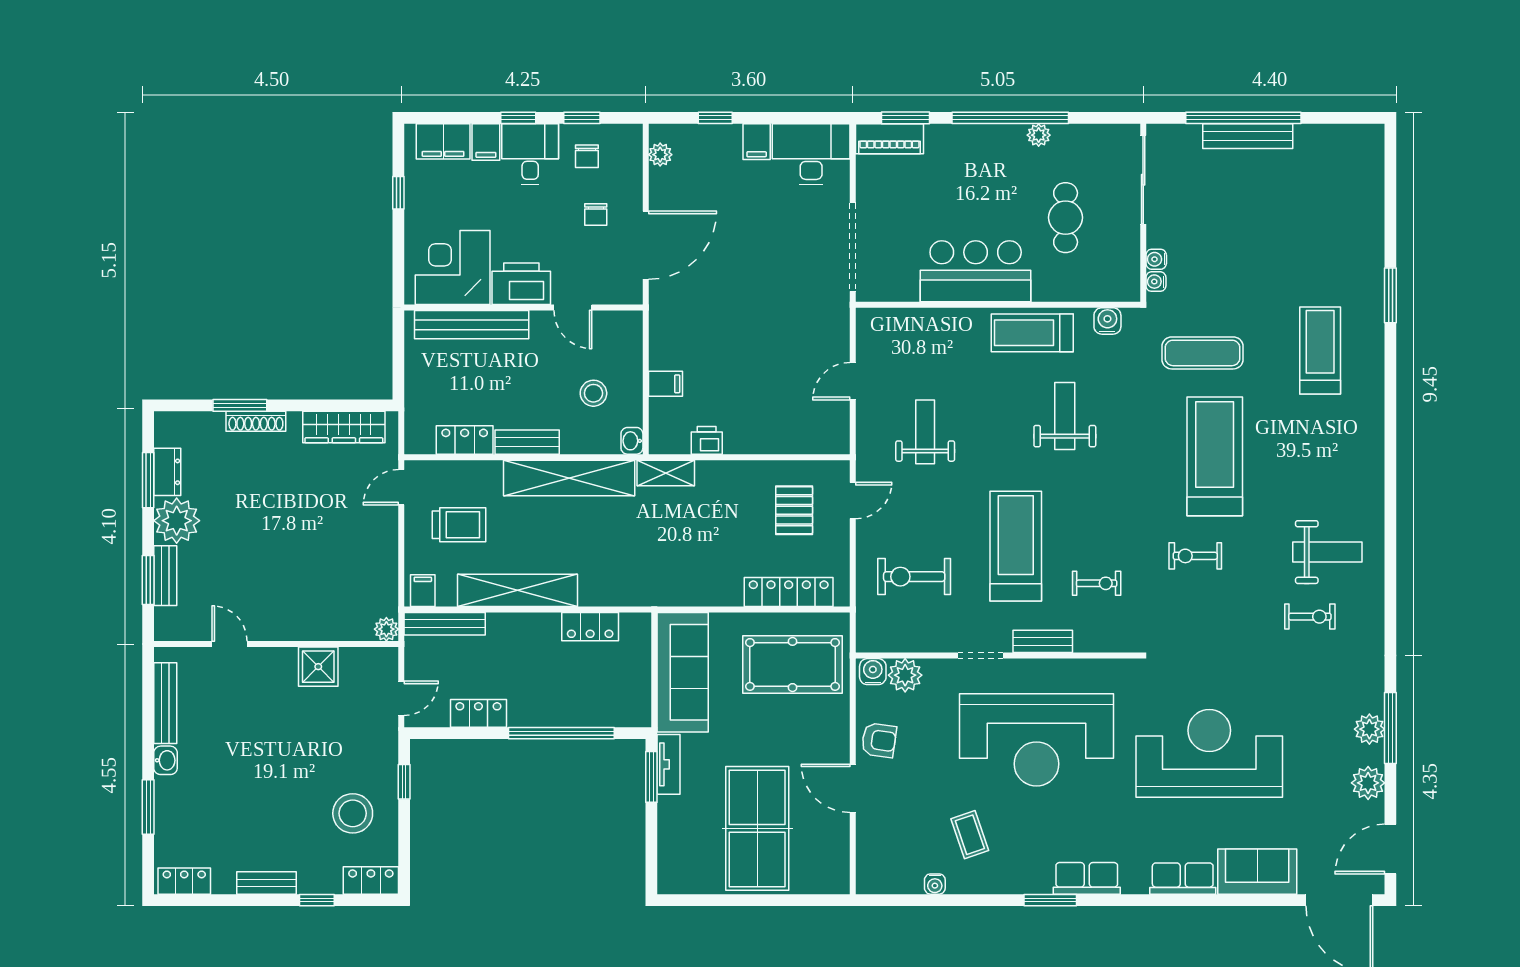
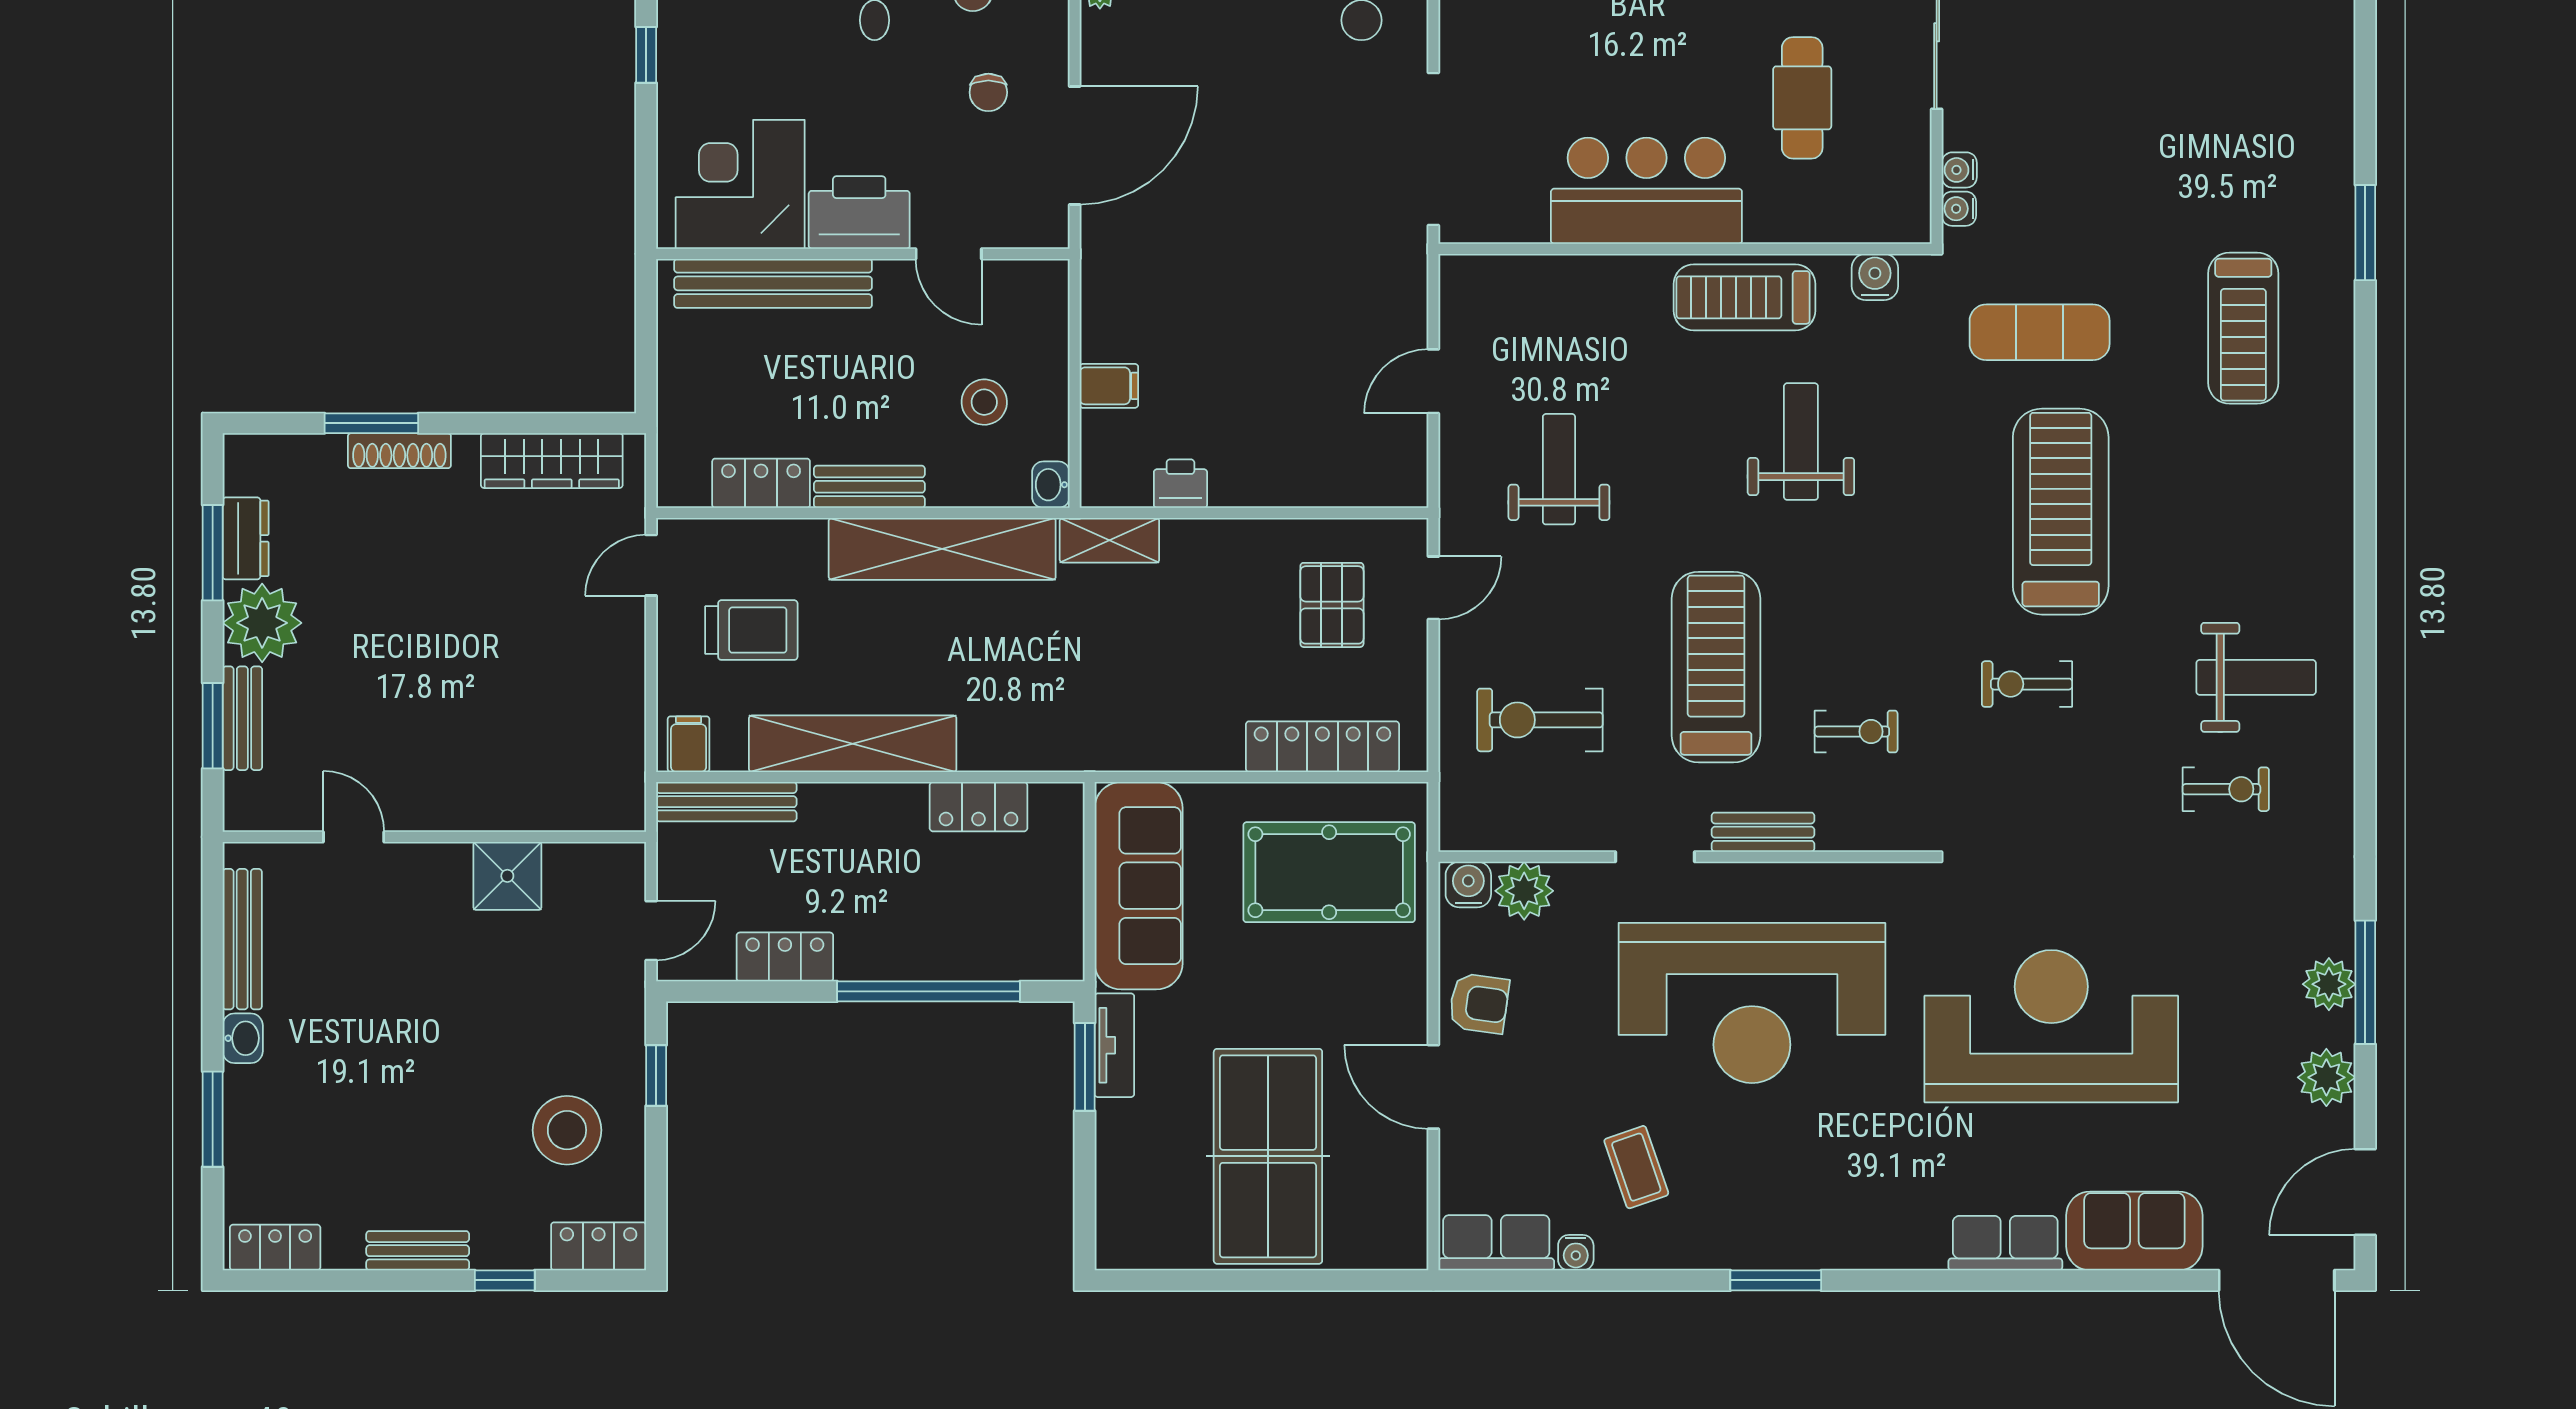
treadmill: (1320, 351) -> (2243, 328), turned 180
plant: (386, 629) -> (625, 811), removed
row of seats: (1087, 878) -> (1496, 1243), moved

